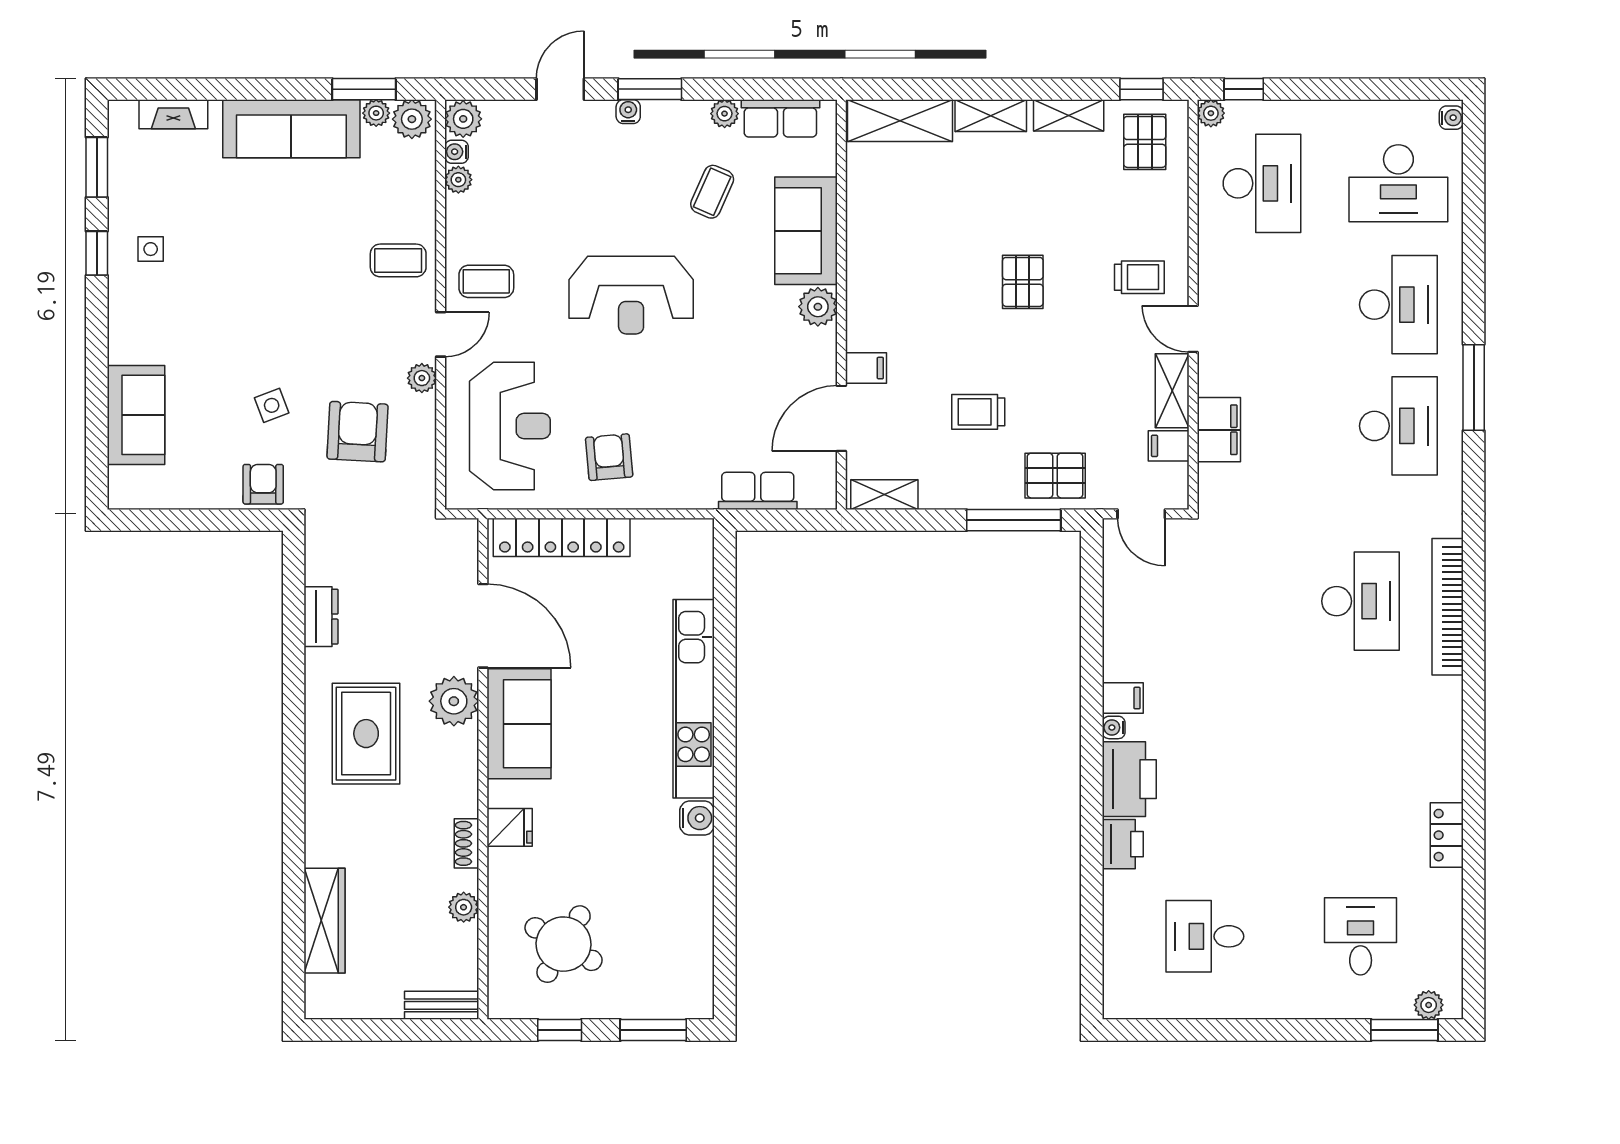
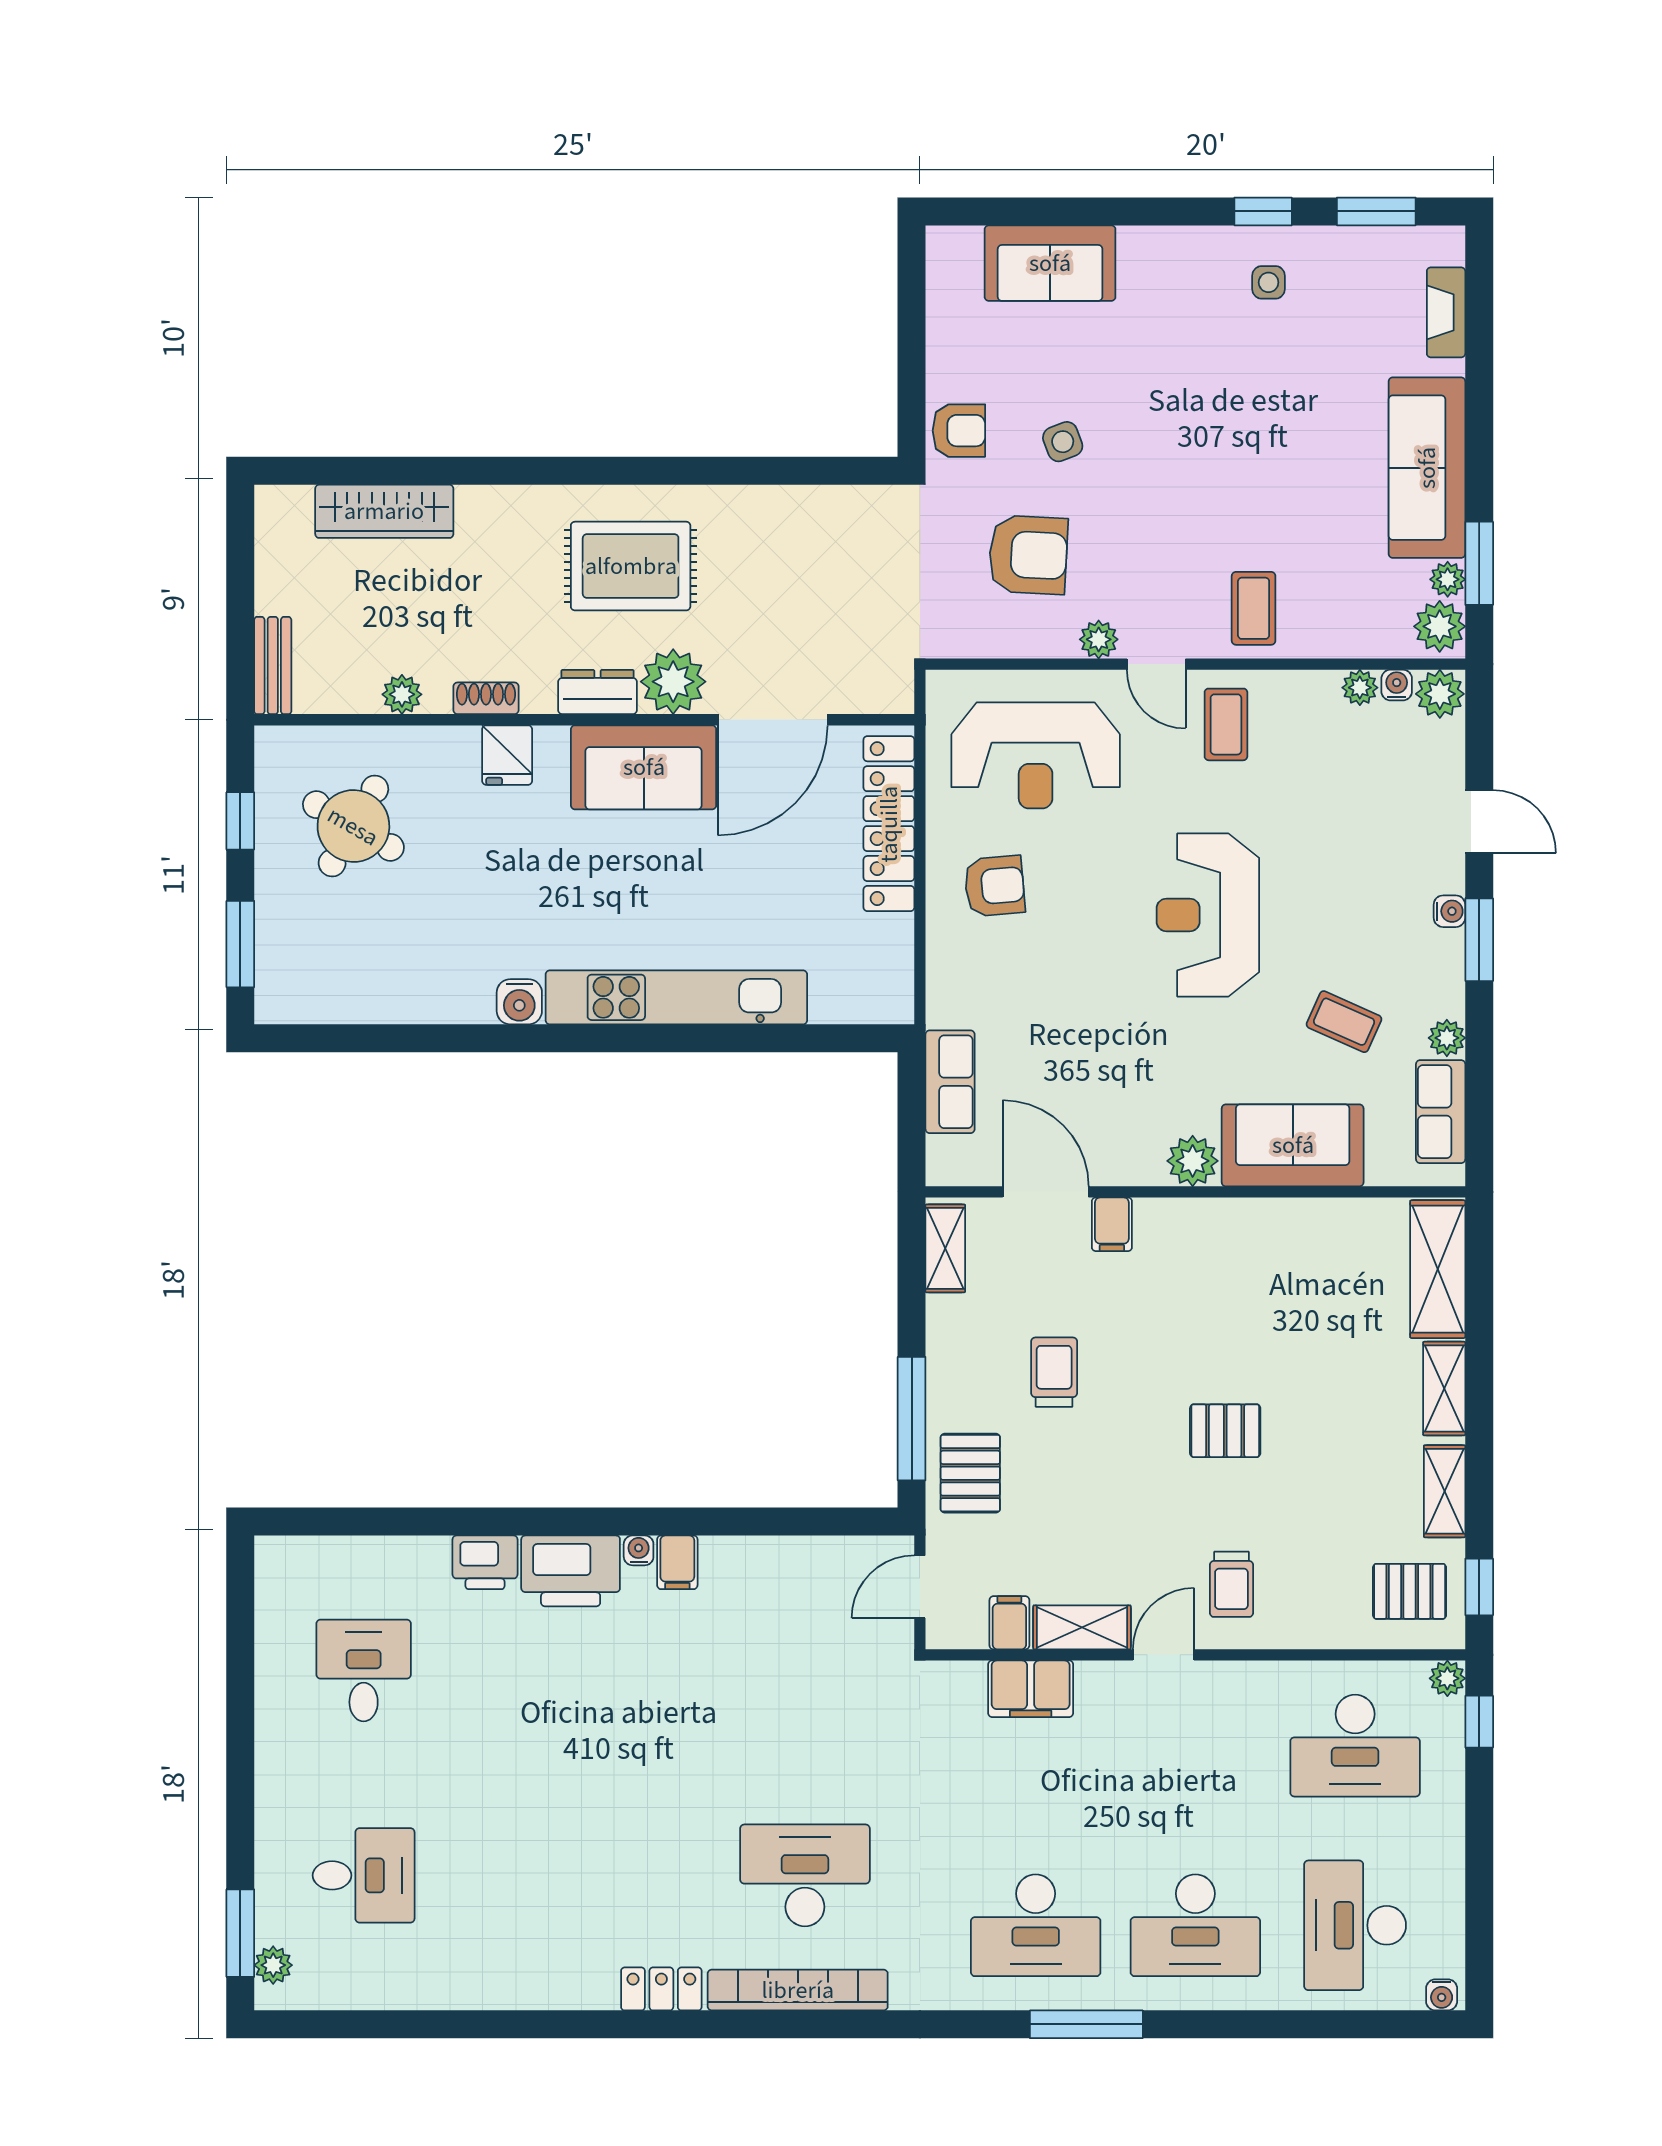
desk: (1361, 601) -> (805, 1875), turned 180
dresser: (321, 617) -> (598, 692), moved, turned 180
locker: (1447, 835) -> (661, 1989), moved

